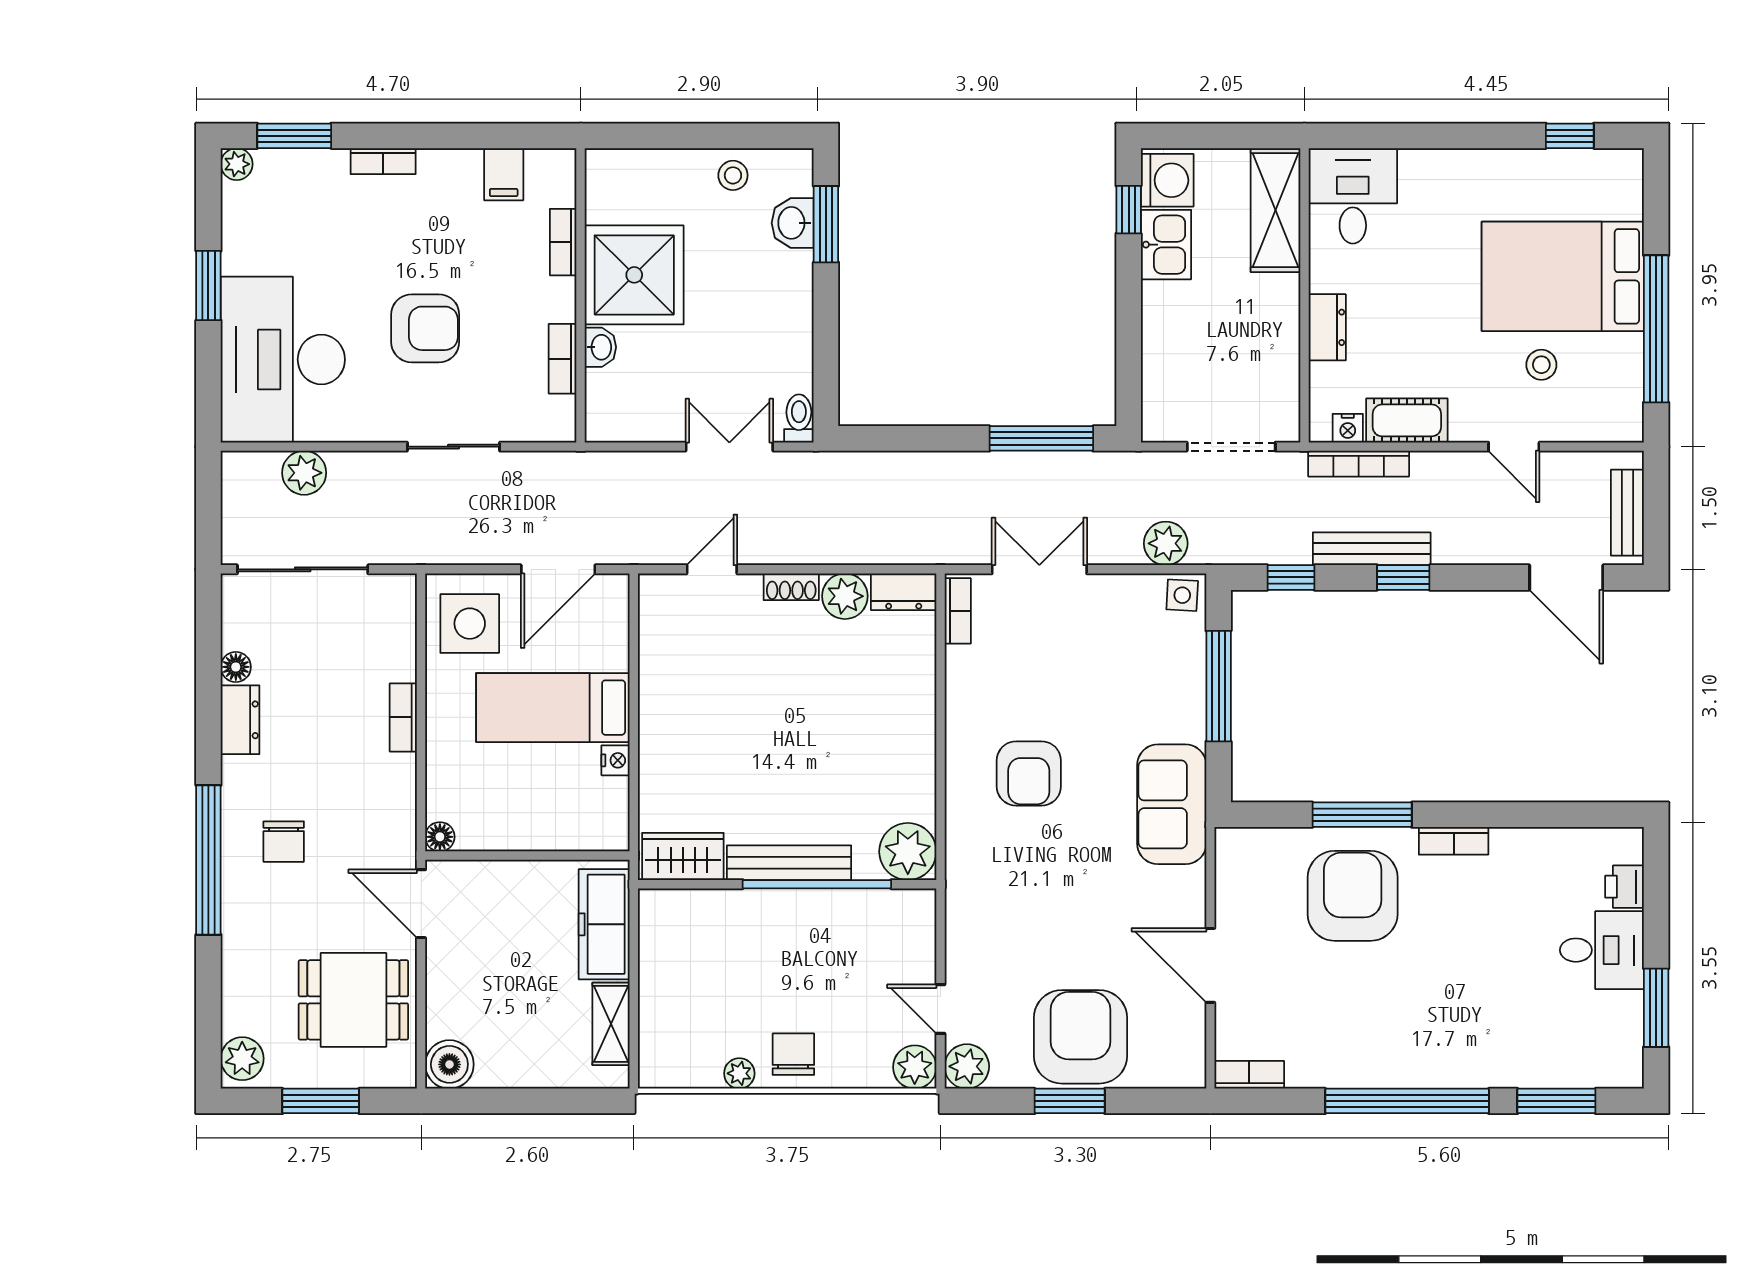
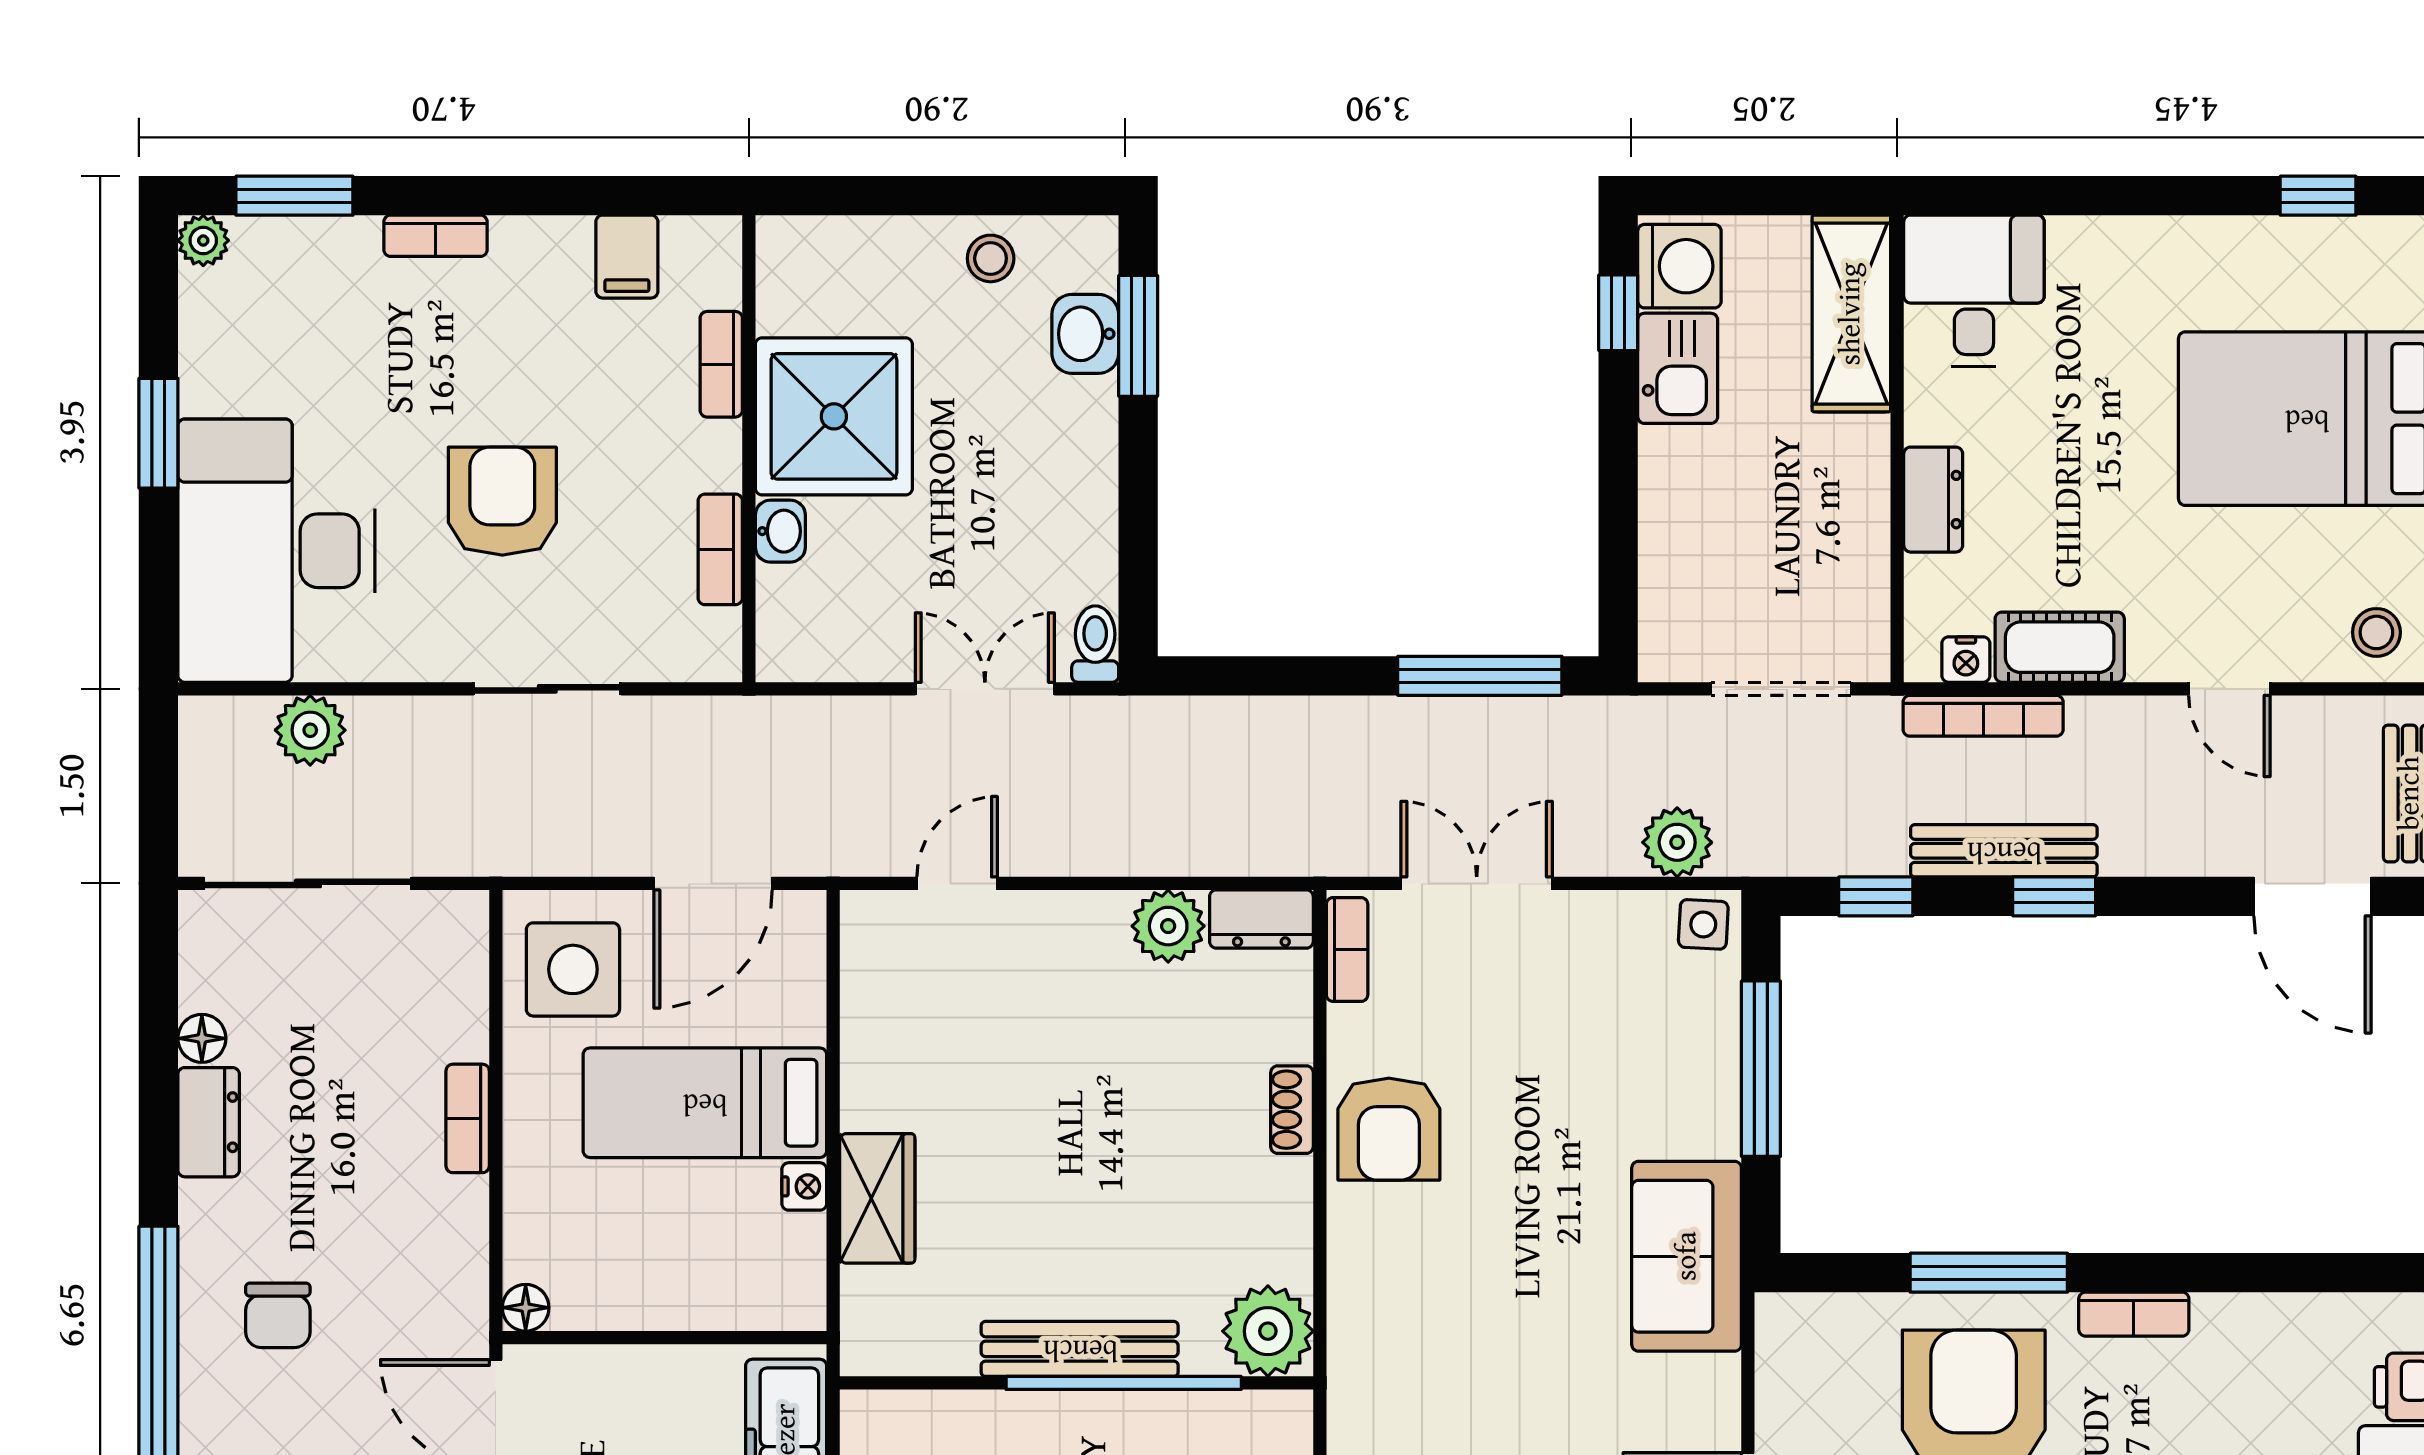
armchair: (425, 328) -> (502, 501), turned -90
stool: (1541, 365) -> (2376, 632), moved
shoe rack: (791, 587) -> (1292, 1110), moved, turned 90
armchair: (1029, 773) -> (1389, 1129), moved
wardrobe: (683, 856) -> (877, 1198), moved, turned 90

